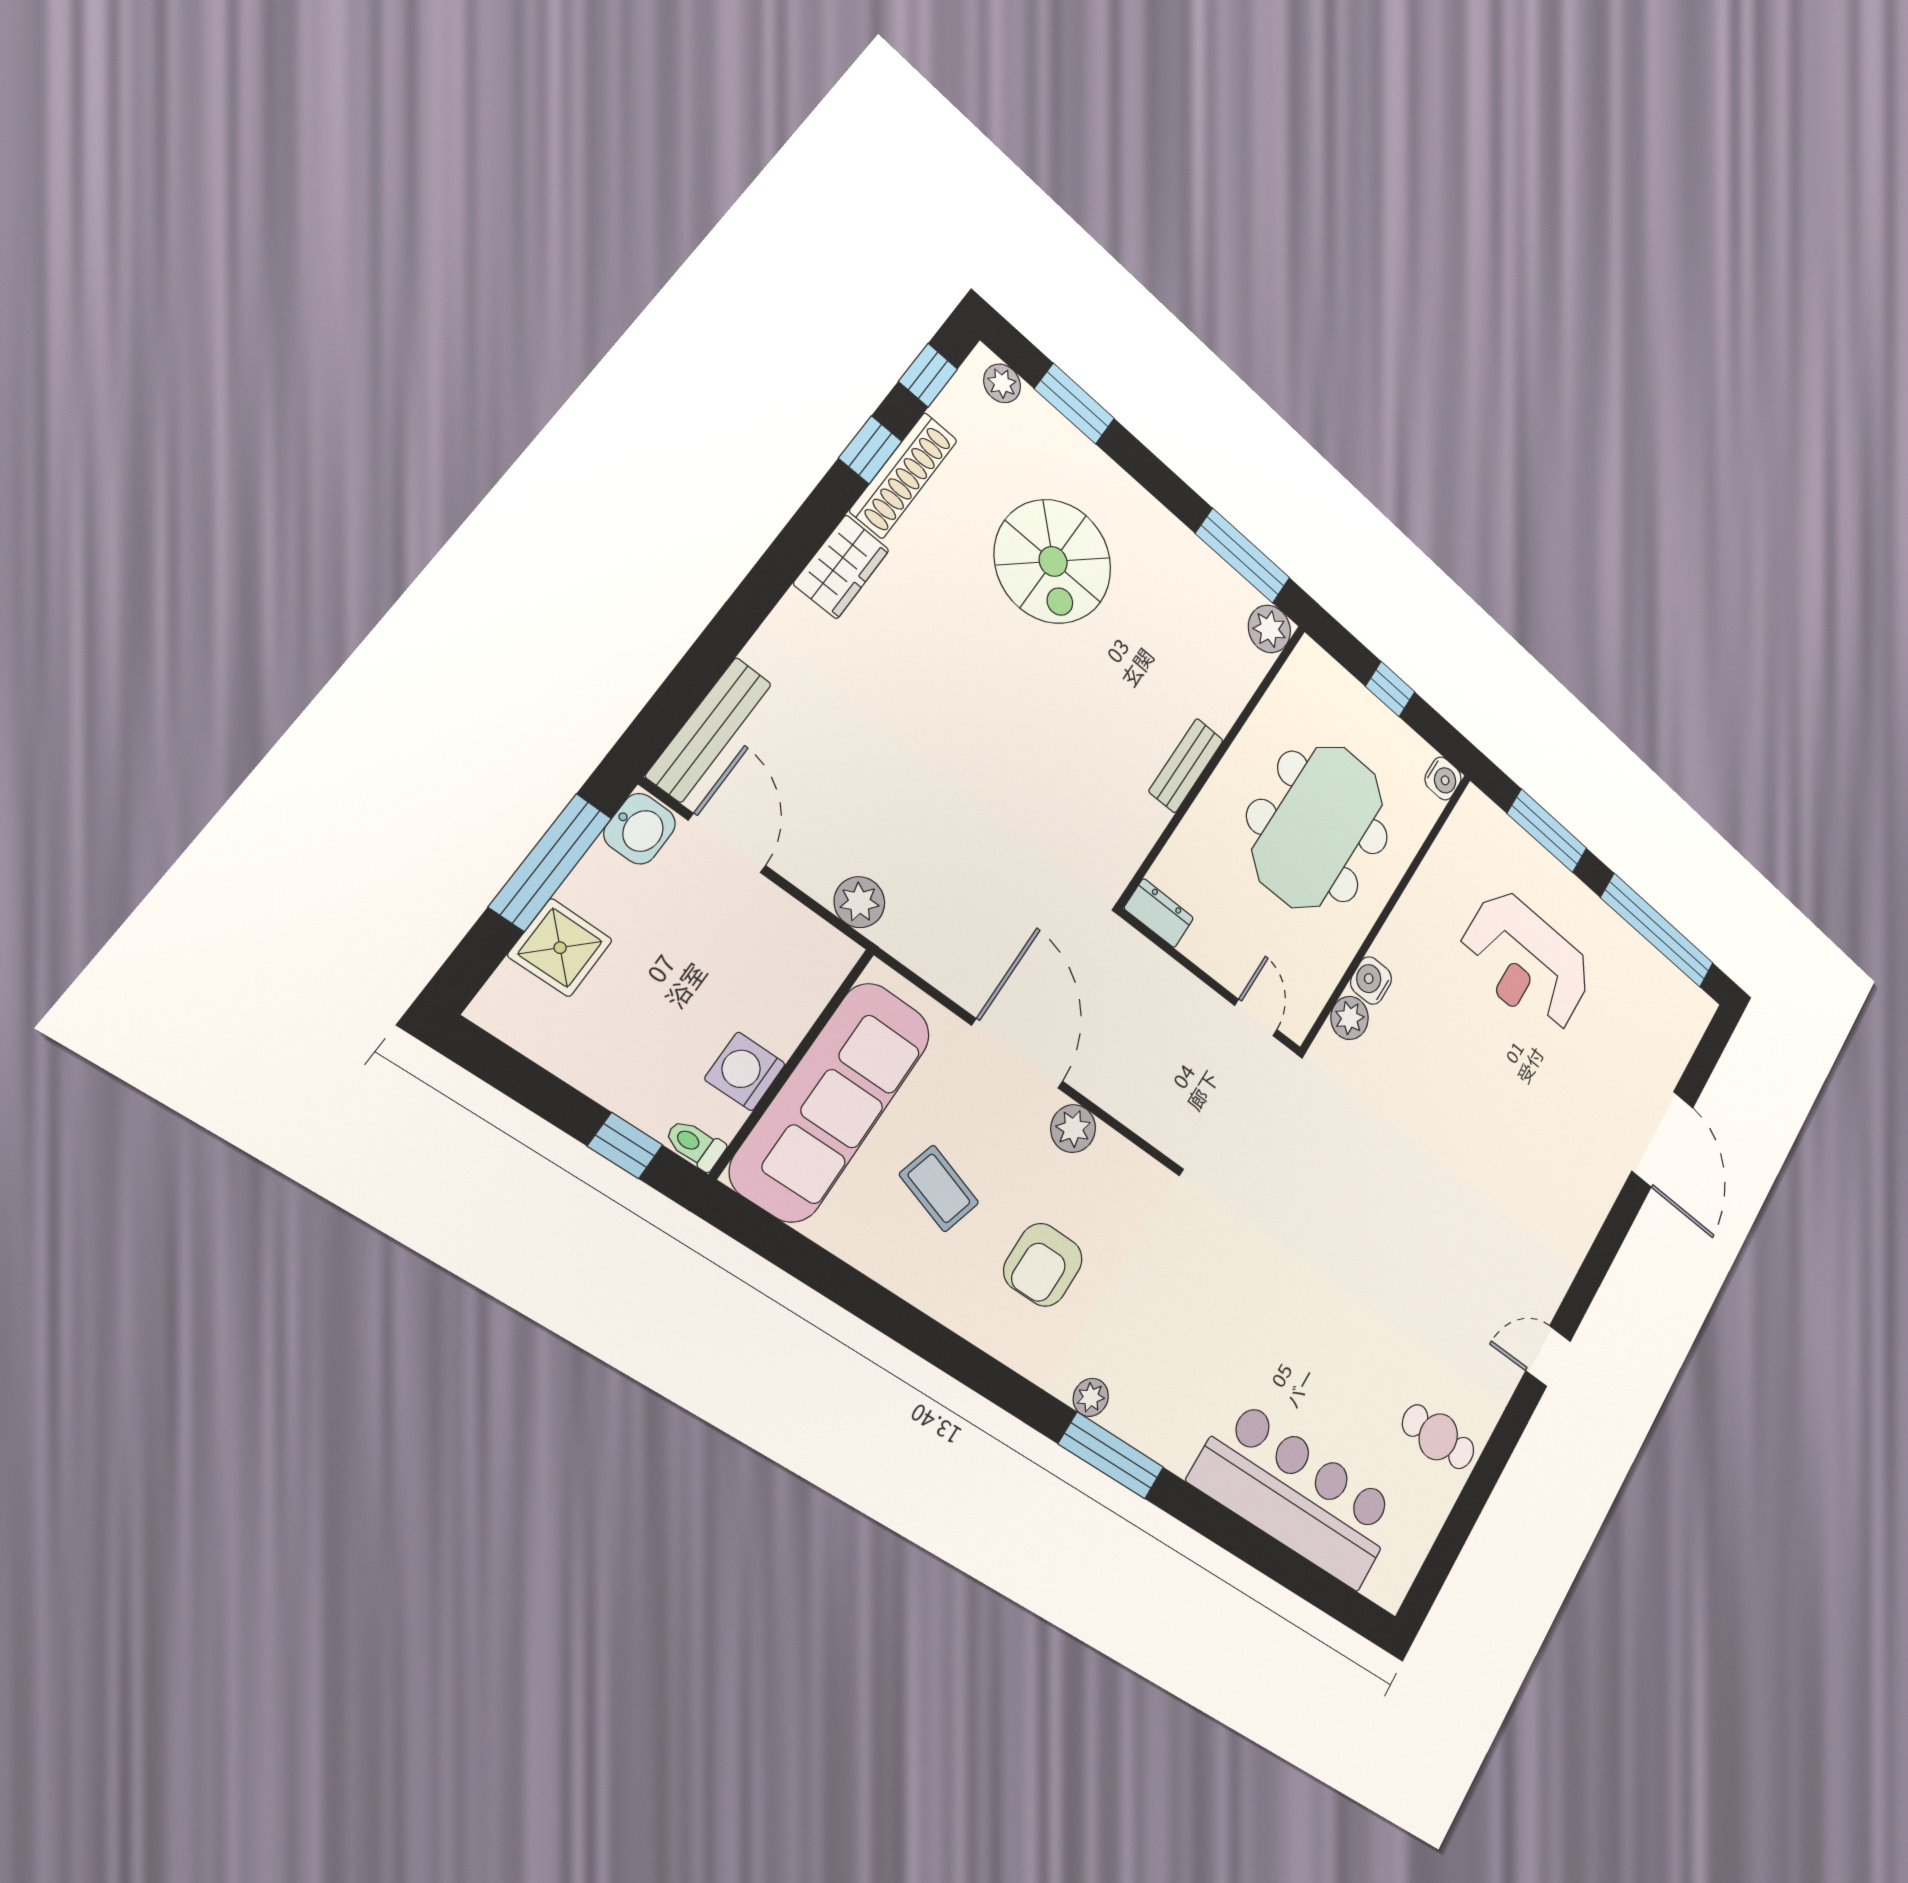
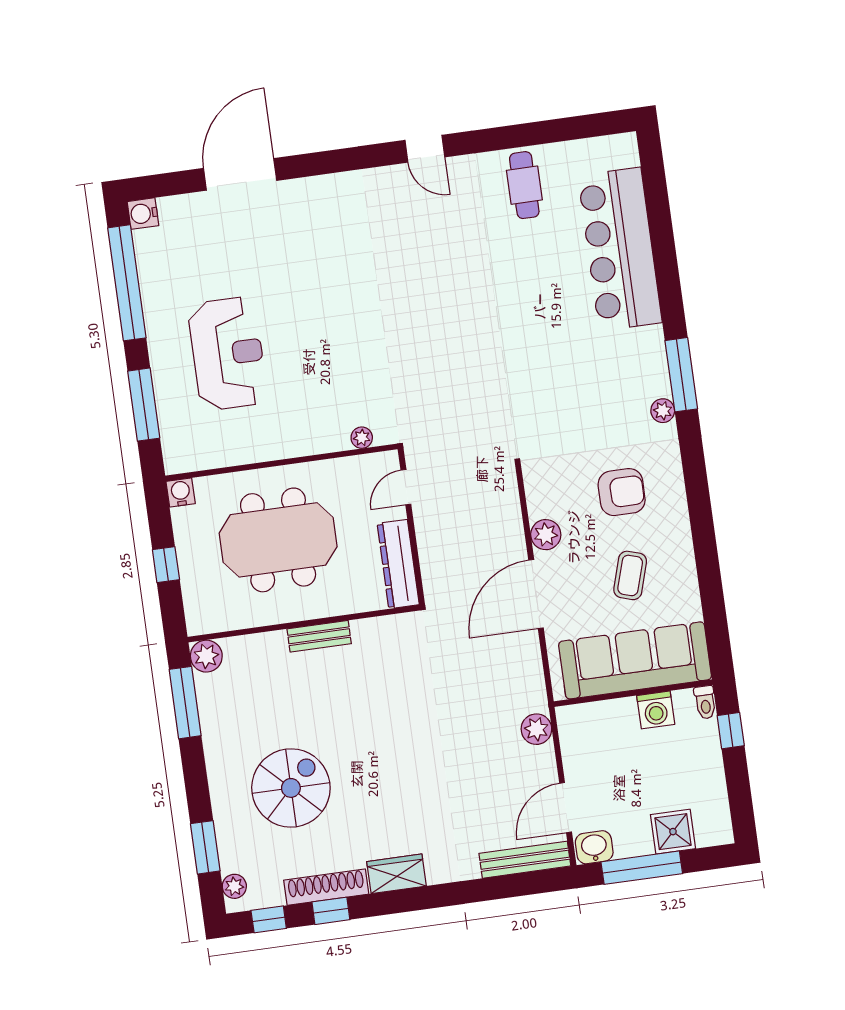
dresser: (1159, 913) -> (398, 564), width x1.96, depth x1.24
water cooler: (1371, 981) -> (143, 214), moved, turned 90
plant: (1350, 1018) -> (362, 438), width x0.73, depth x0.73

